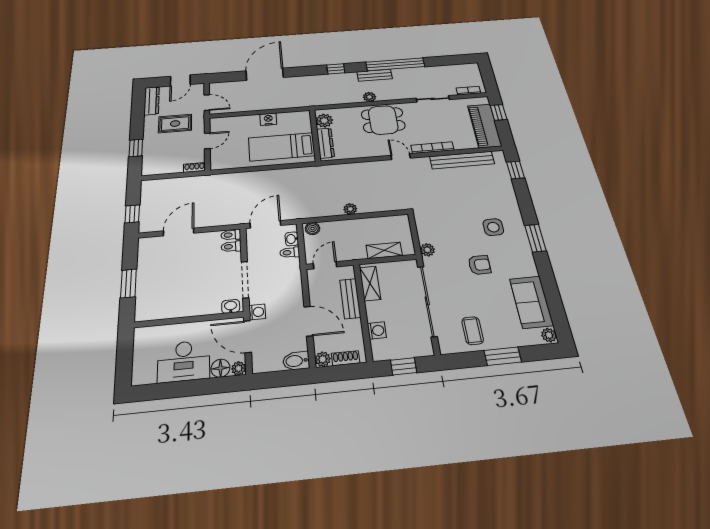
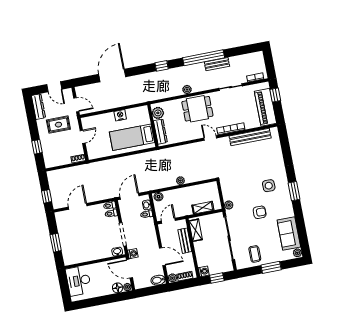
bench: (375, 75) -> (217, 64), moved
door: (180, 80) -> (54, 87), hinge flipped
window: (515, 170) -> (284, 142), removed
washing machine: (377, 330) -> (204, 271), moved
desk: (184, 361) -> (79, 281), moved, turned 90

